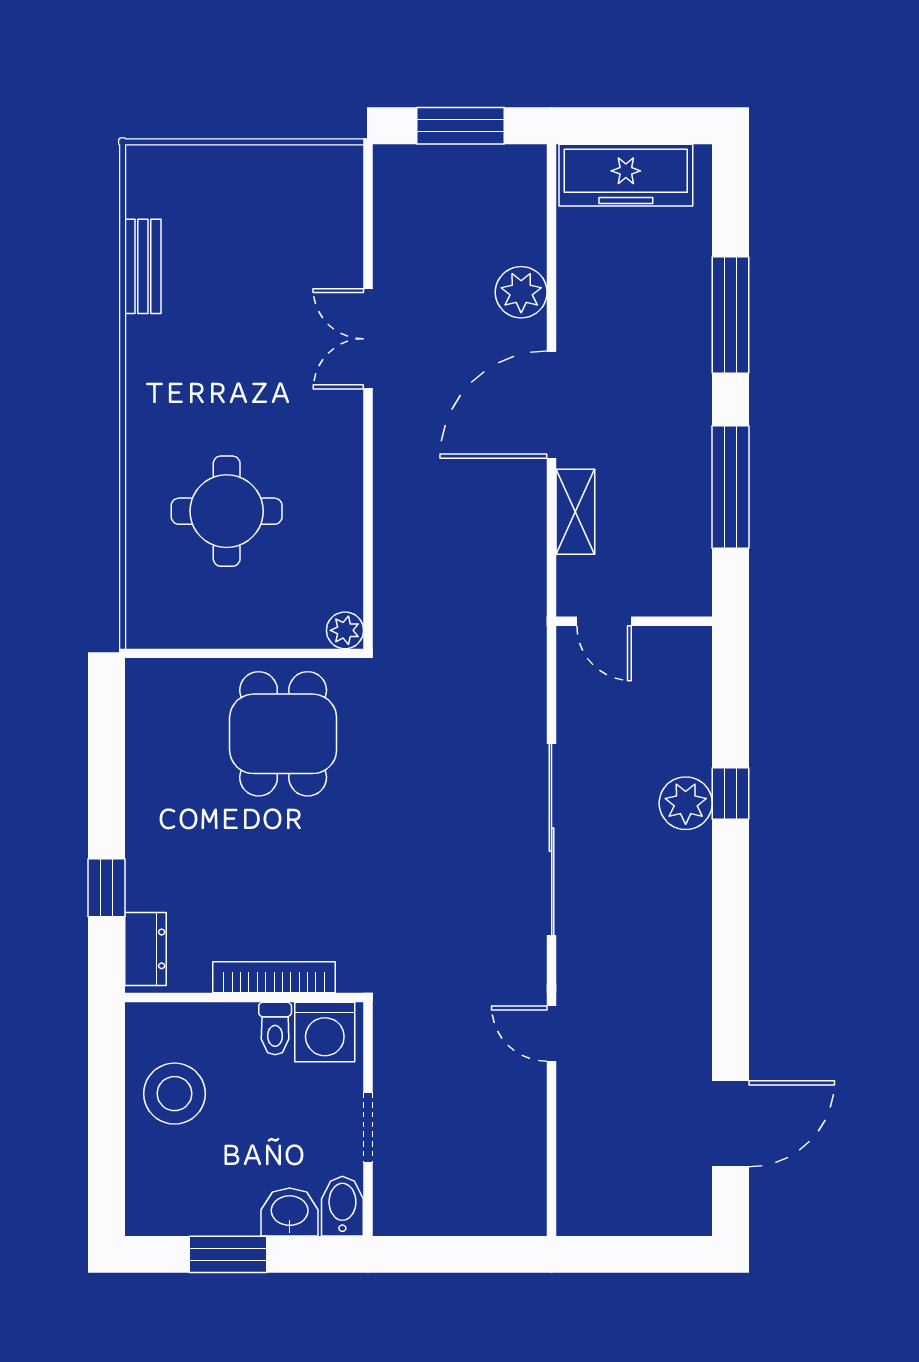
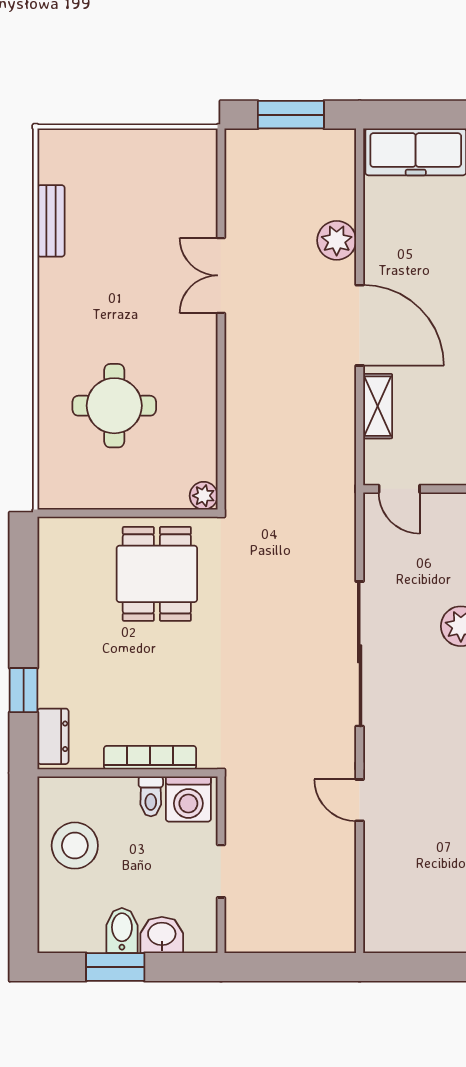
door: (552, 405) -> (360, 325), swing flipped
bidet: (342, 1206) -> (122, 930), moved

